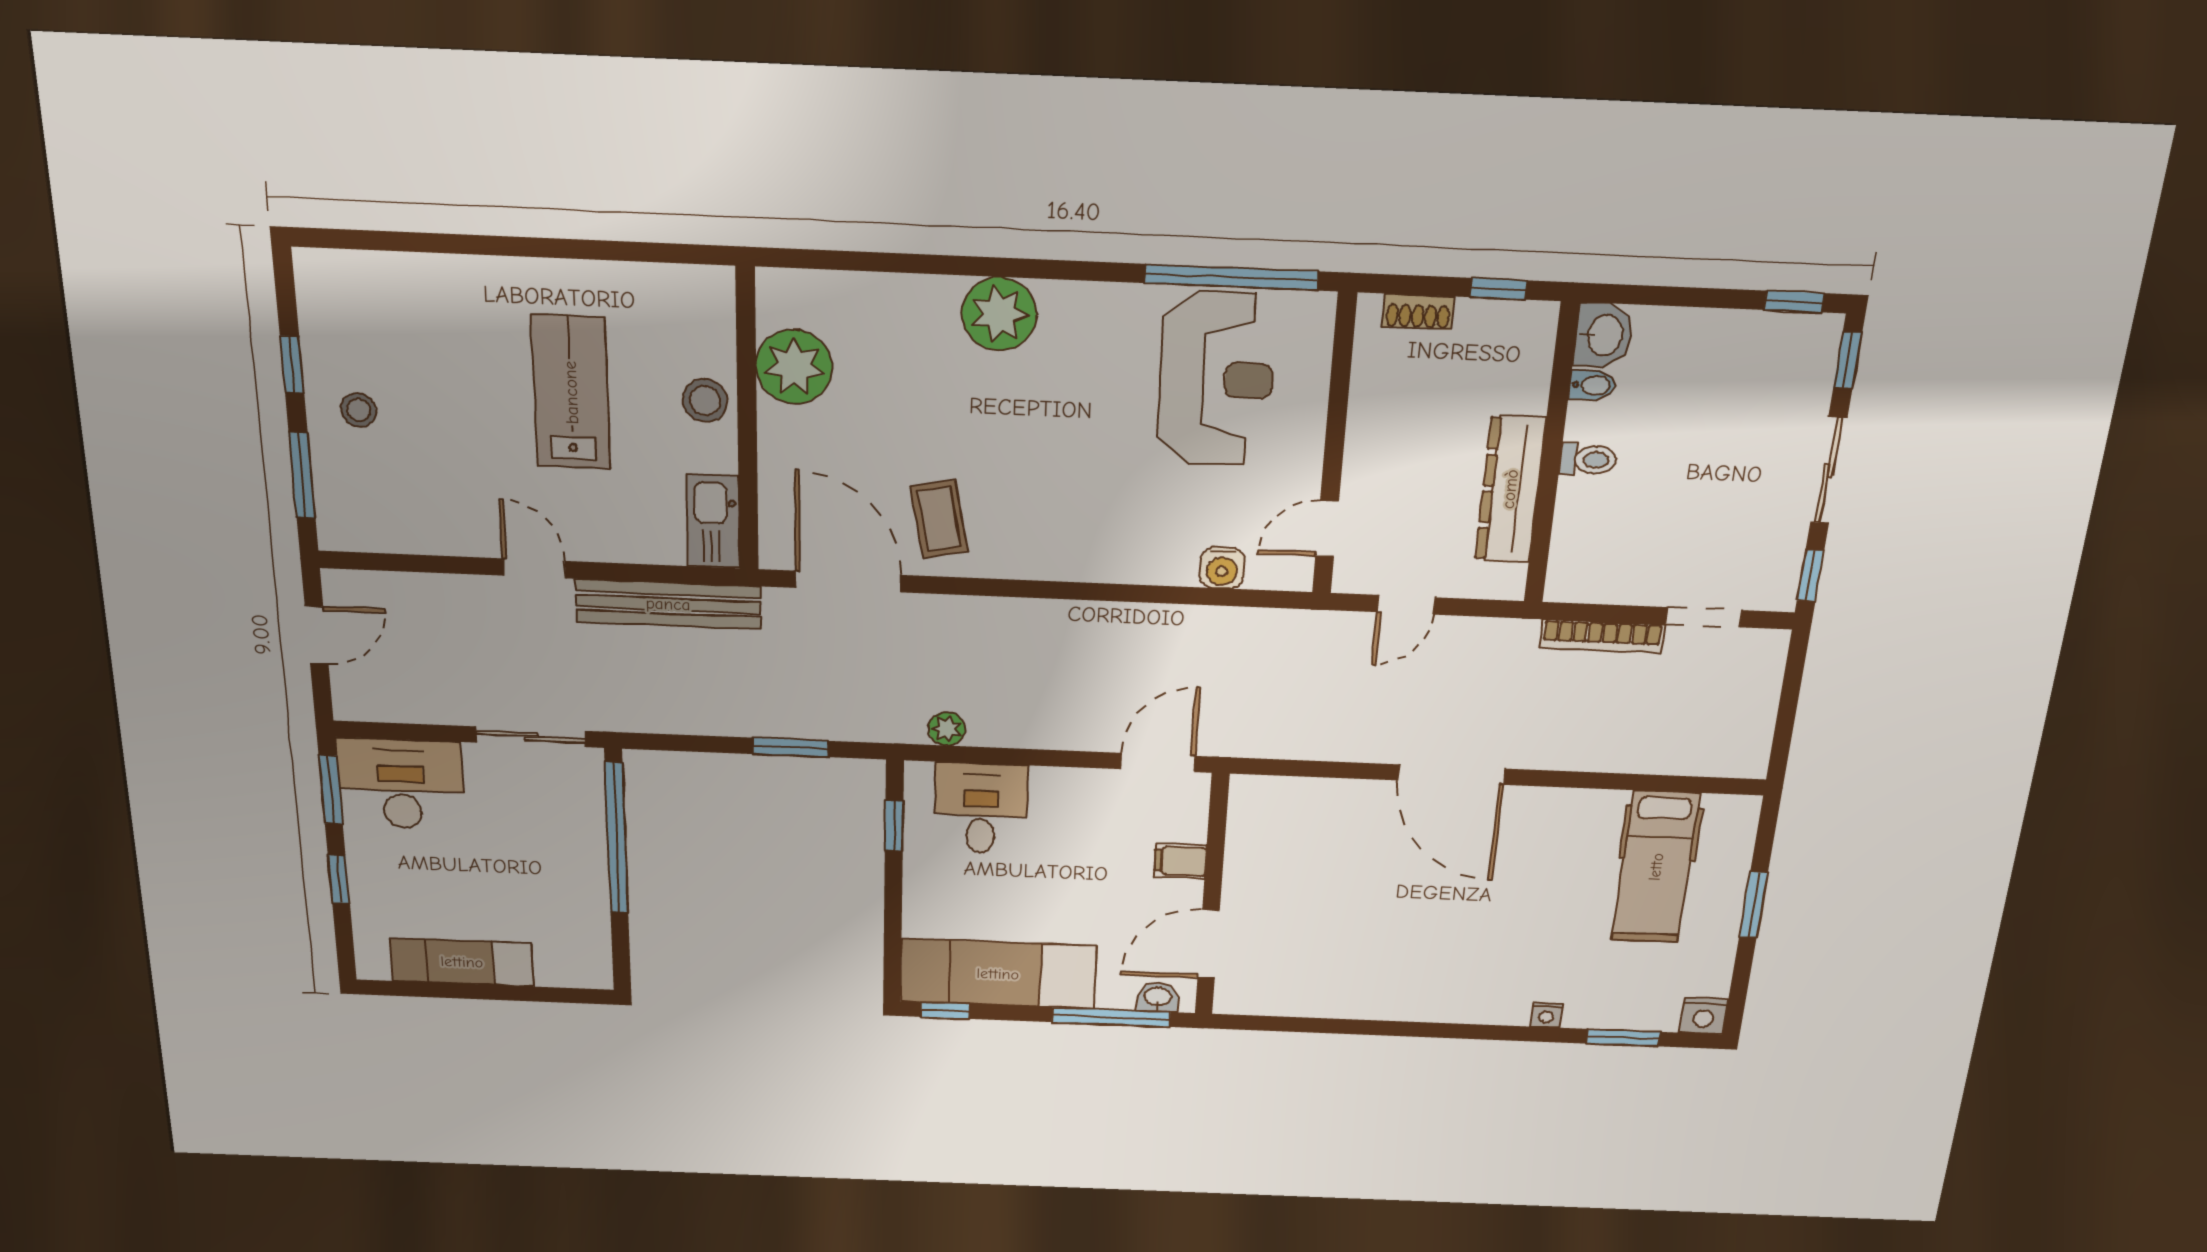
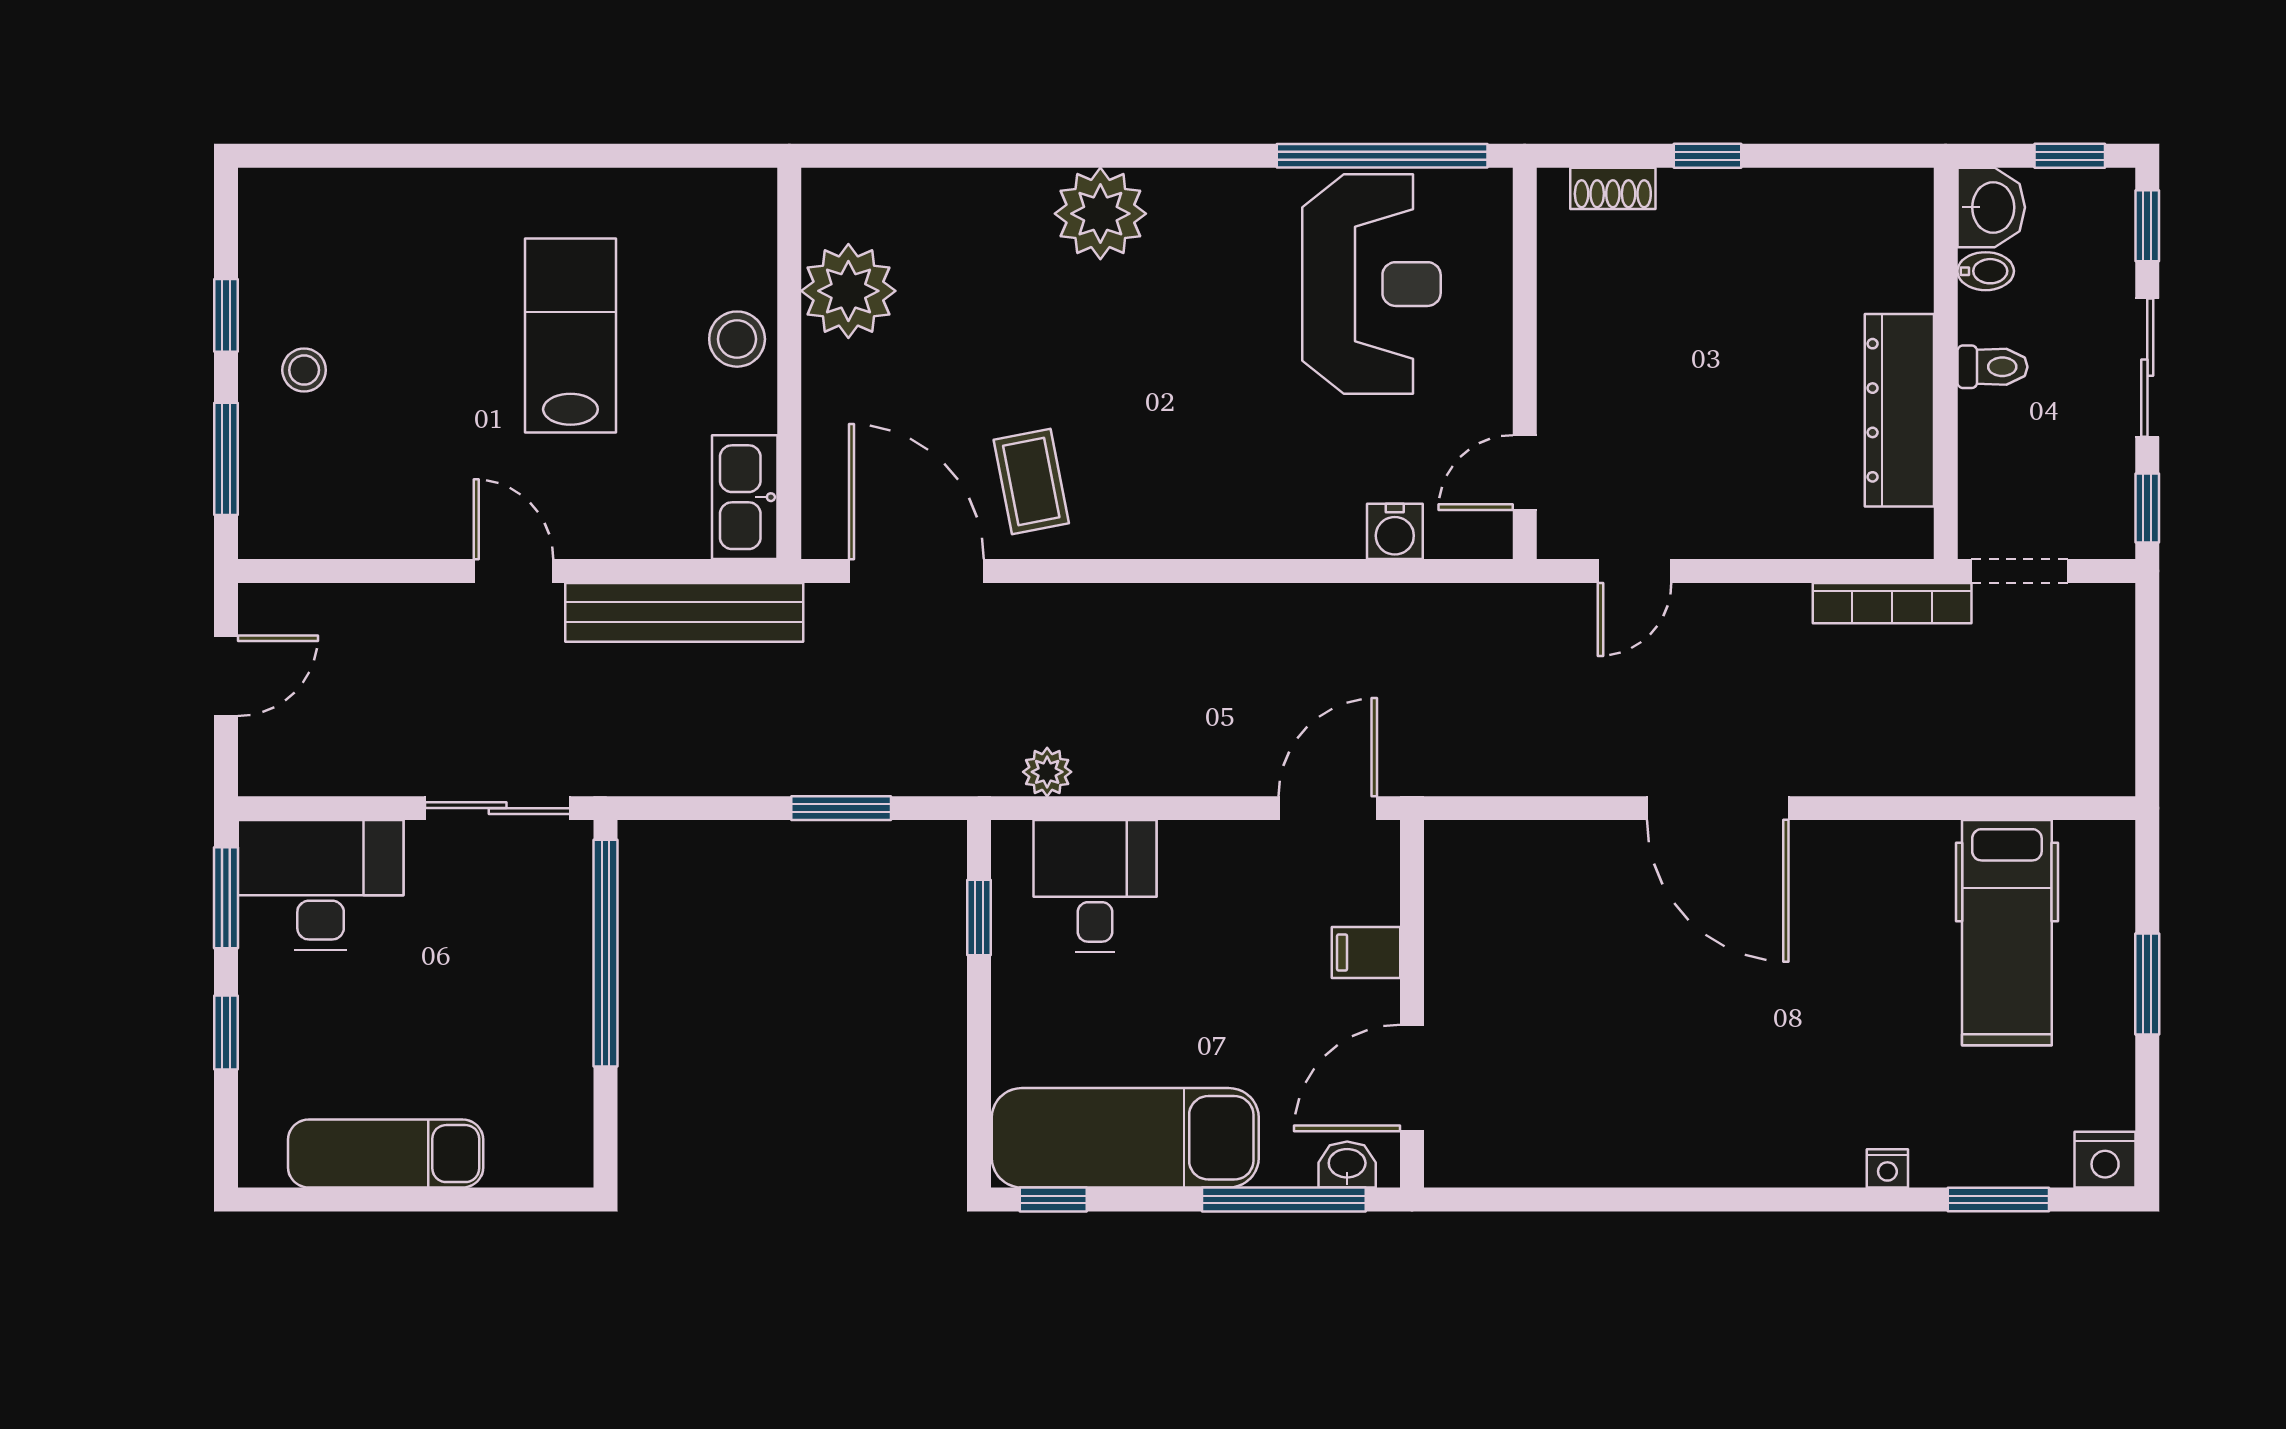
washbasin: (1604, 335) -> (1991, 207), moved
bidet: (1592, 385) -> (1986, 271), moved
wall: (1551, 455) -> (1946, 363), moved
toilet: (1588, 460) -> (1992, 367), moved
dresser: (1510, 489) -> (1899, 410), moved

